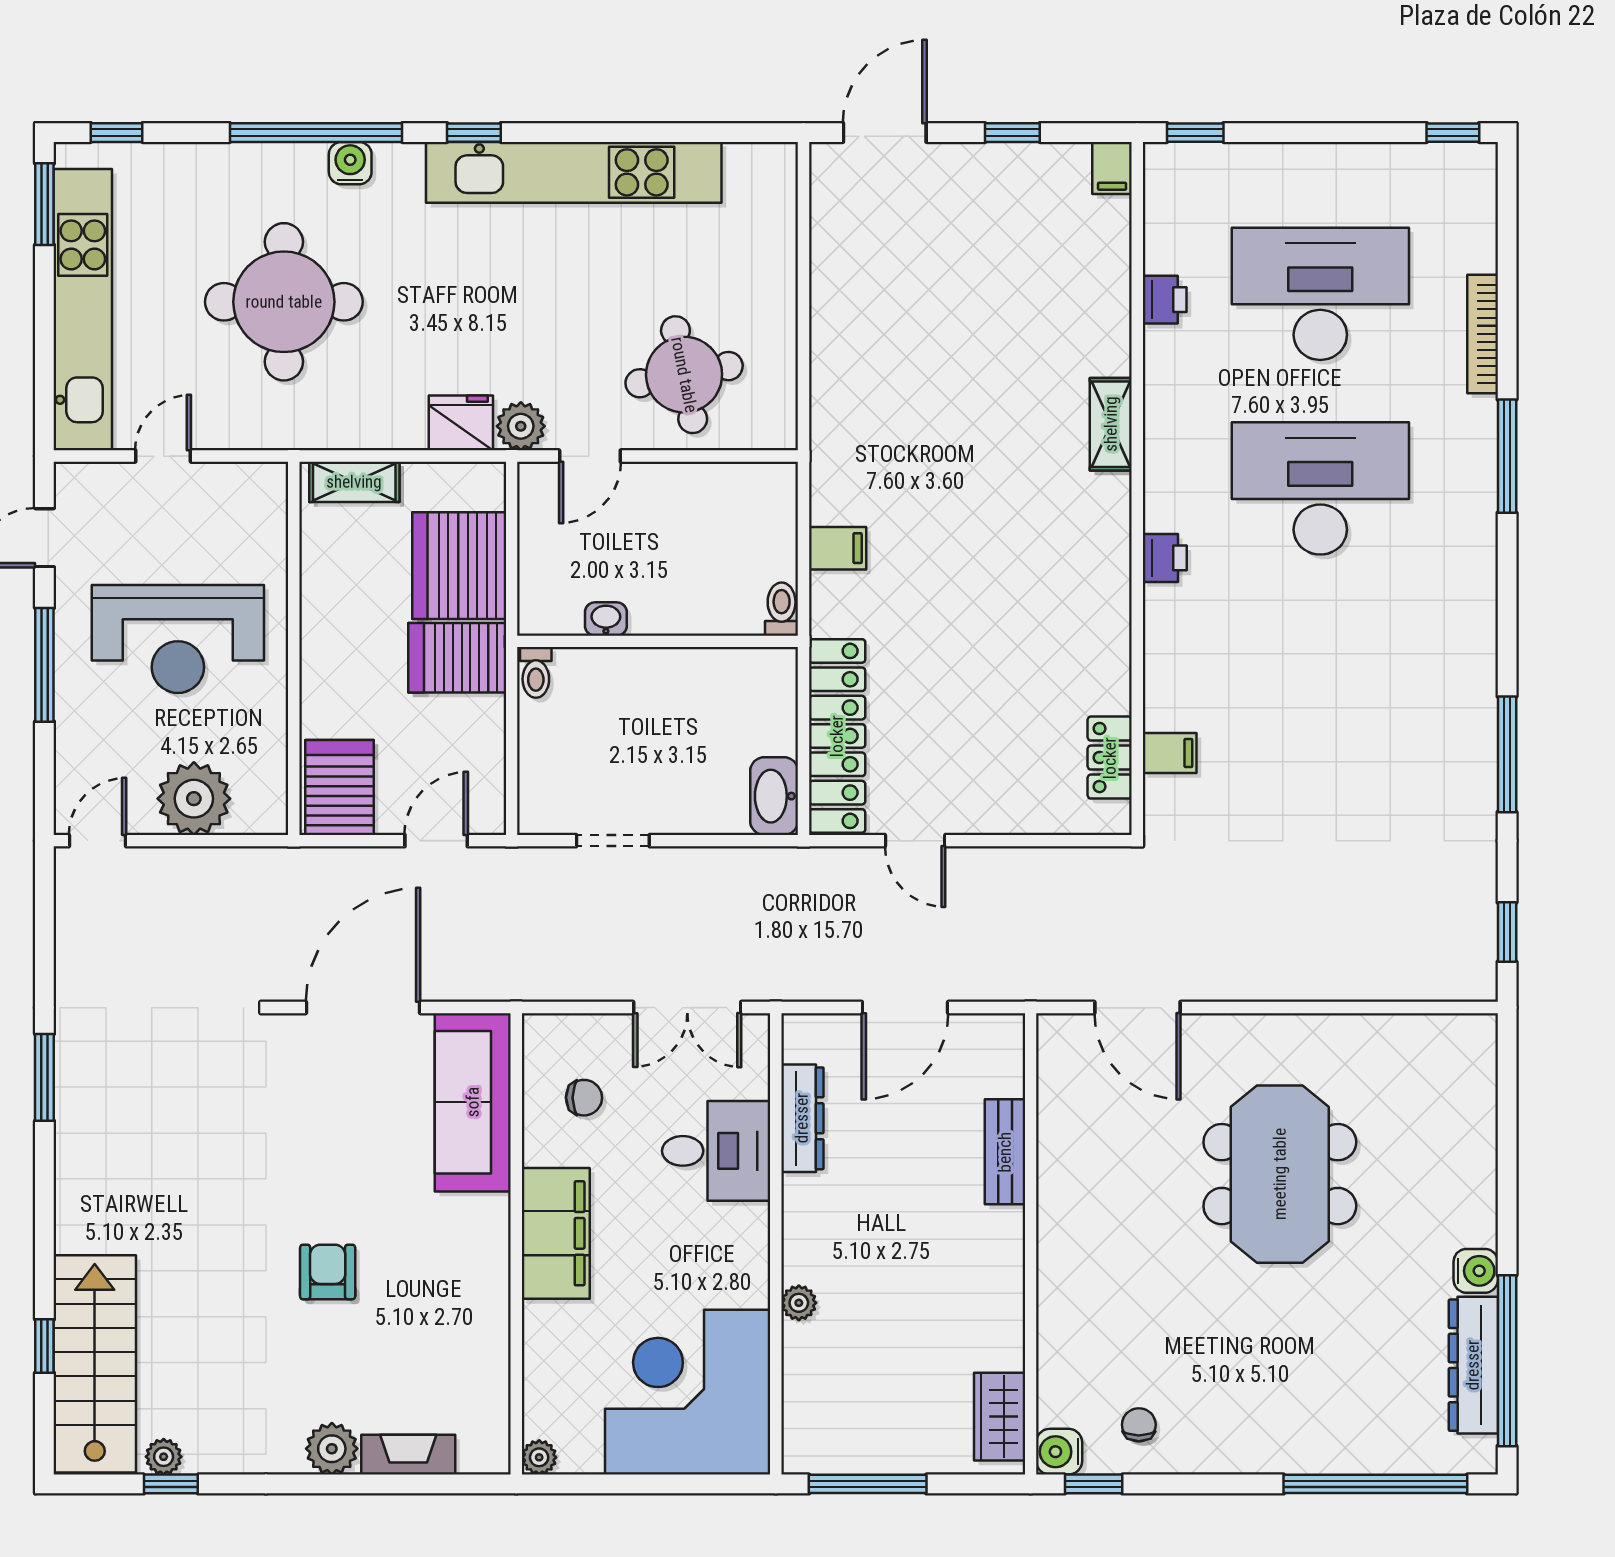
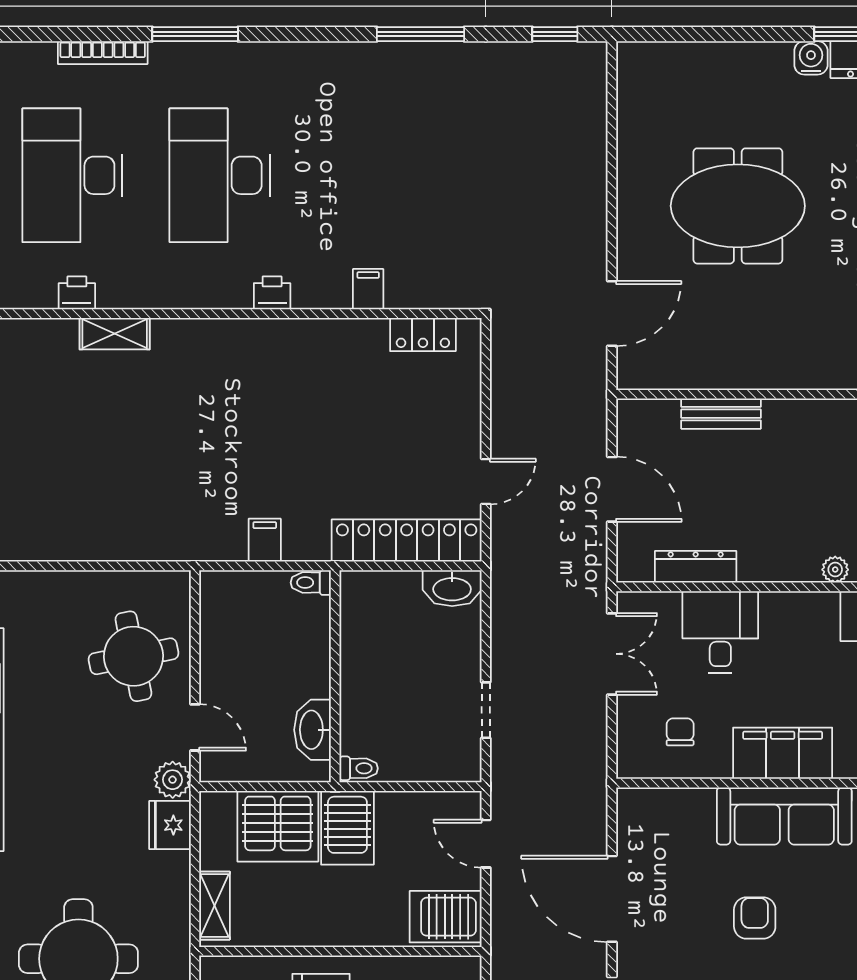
shelving: (1111, 424) -> (115, 334), moved
washbasin: (606, 619) -> (313, 730), width x1.91, depth x1.45
filing cabinet: (1170, 753) -> (368, 289), moved
sofa: (473, 1102) -> (784, 816), moved
armchair: (328, 1272) -> (755, 918), moved, turned 90

